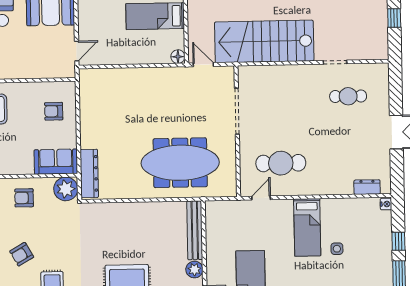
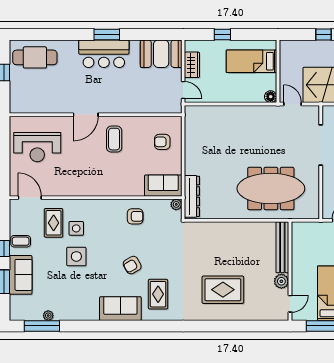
wardrobe: (86, 22) -> (192, 65), added
door: (77, 51) -> (183, 90), hinge flipped
plant: (66, 189) -> (176, 204), width x0.53, depth x0.53
armchair: (24, 198) -> (135, 216), turned 180

